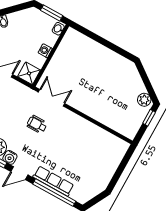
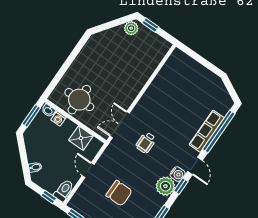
washing machine: (45, 51) -> (58, 119), moved
round table: (72, 57) -> (79, 100), added
shower: (29, 73) -> (81, 138), moved

